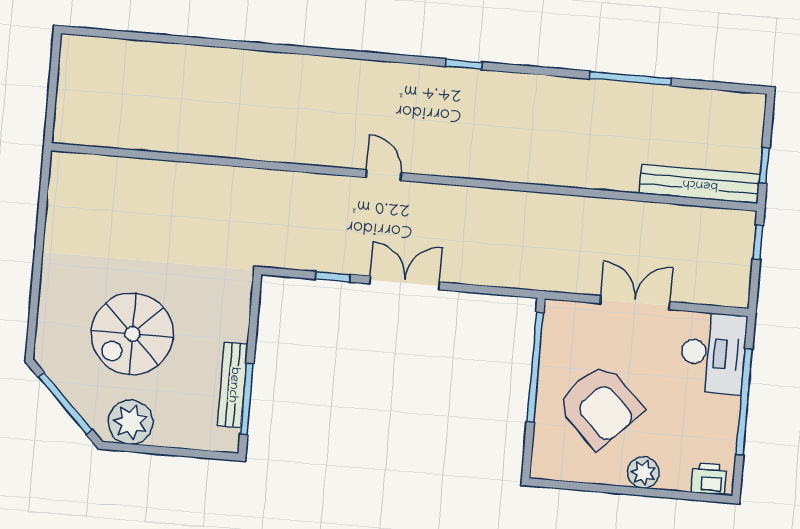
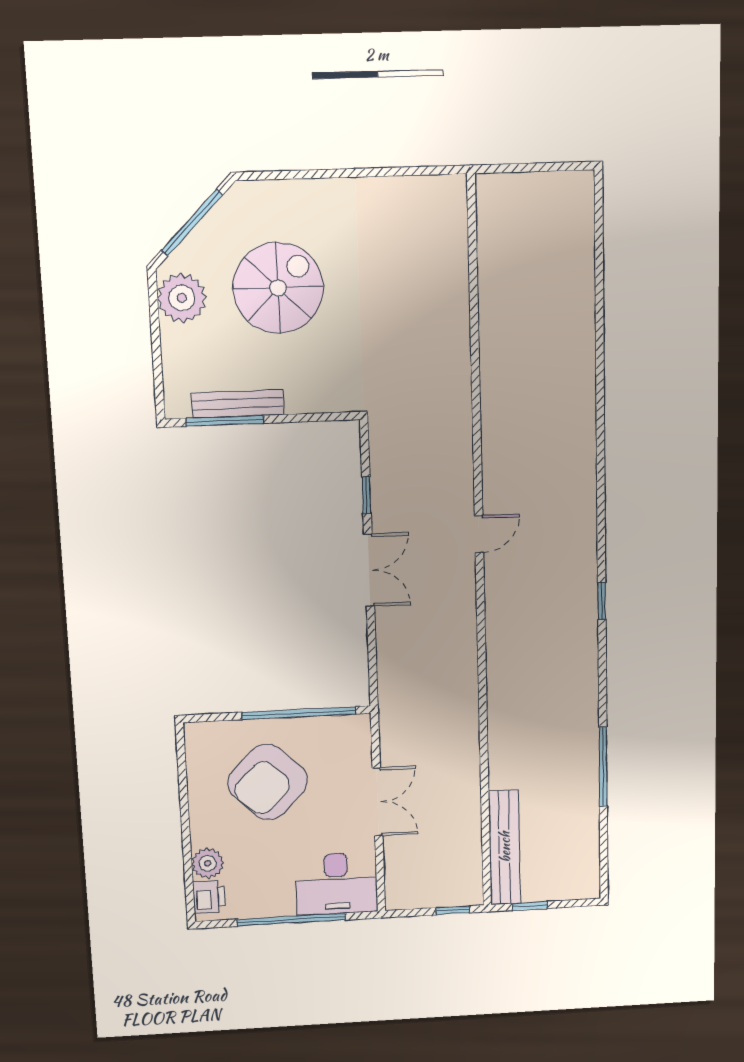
spiral stairs: (132, 334) -> (278, 288), turned 90
plant: (643, 472) -> (208, 863), moved

